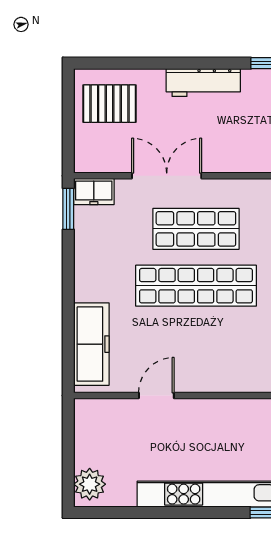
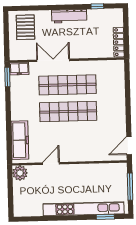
pallet: (109, 104) -> (25, 27), turned 90
shop shelf: (196, 229) -> (68, 85), width x1.40
plant: (90, 484) -> (20, 173), moved

